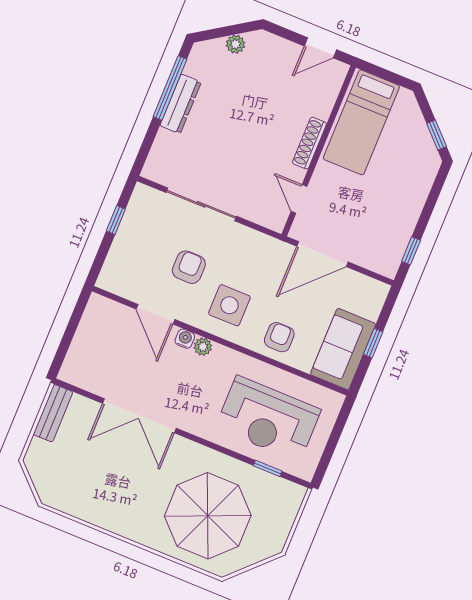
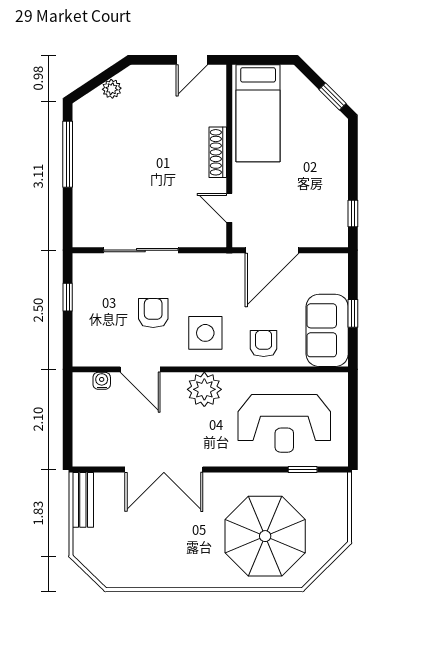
dresser: (181, 104) -> (83, 165), removed
water cooler: (185, 339) -> (102, 381), moved
plant: (203, 347) -> (204, 389), width x1.87, depth x1.87

